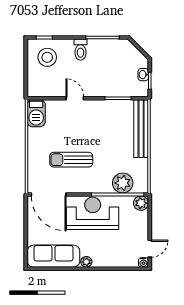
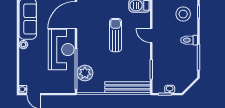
door: (75, 98) -> (151, 36), swing flipped
sun lounger: (71, 160) -> (116, 35), moved
plant: (141, 203) -> (69, 87), removed

